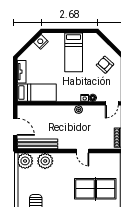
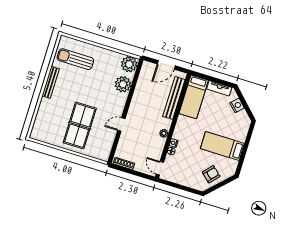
nightstand: (41, 42) -> (237, 105), moved
armchair: (105, 65) -> (211, 174), moved
bench: (37, 144) -> (174, 98), moved

